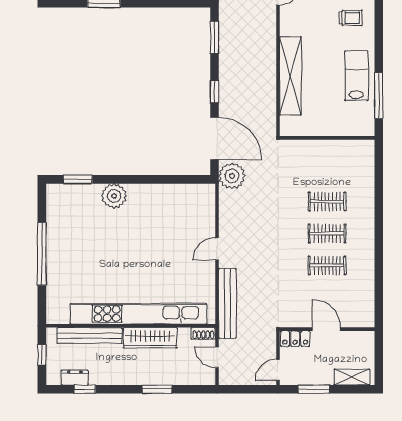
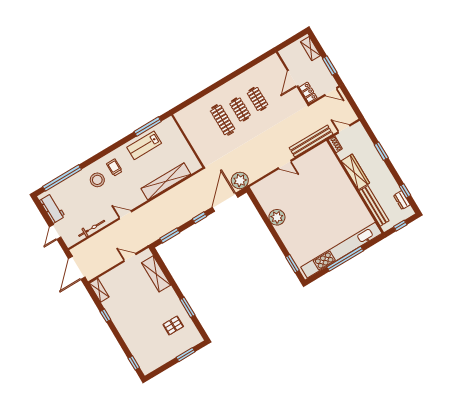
plant: (114, 196) -> (277, 217), moved
clothes rail: (327, 202) -> (223, 120), width x1.36
kitchen unit: (138, 314) -> (341, 250), moved, turned 90
door: (217, 357) -> (344, 129), swing flipped

